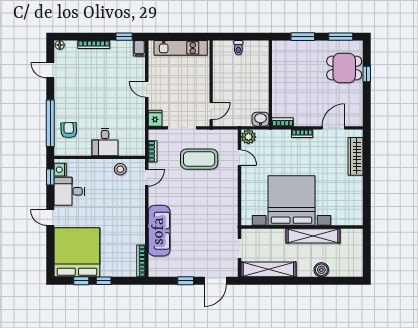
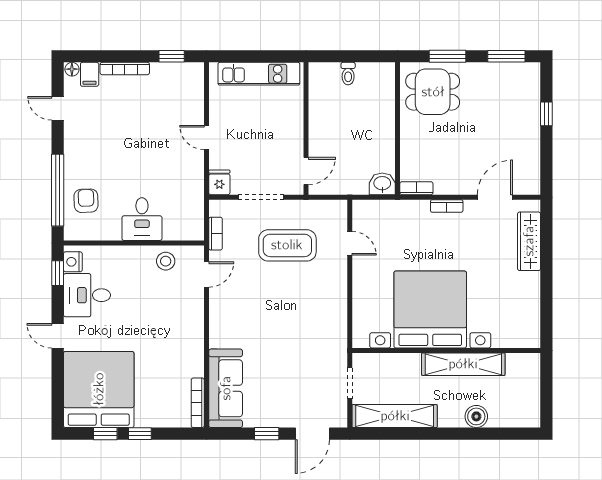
filing cabinet: (139, 48) -> (90, 74), moved
dining table: (344, 68) -> (433, 92), moved
plant: (248, 137) -> (364, 211), removed
sofa: (159, 231) -> (226, 388), moved

